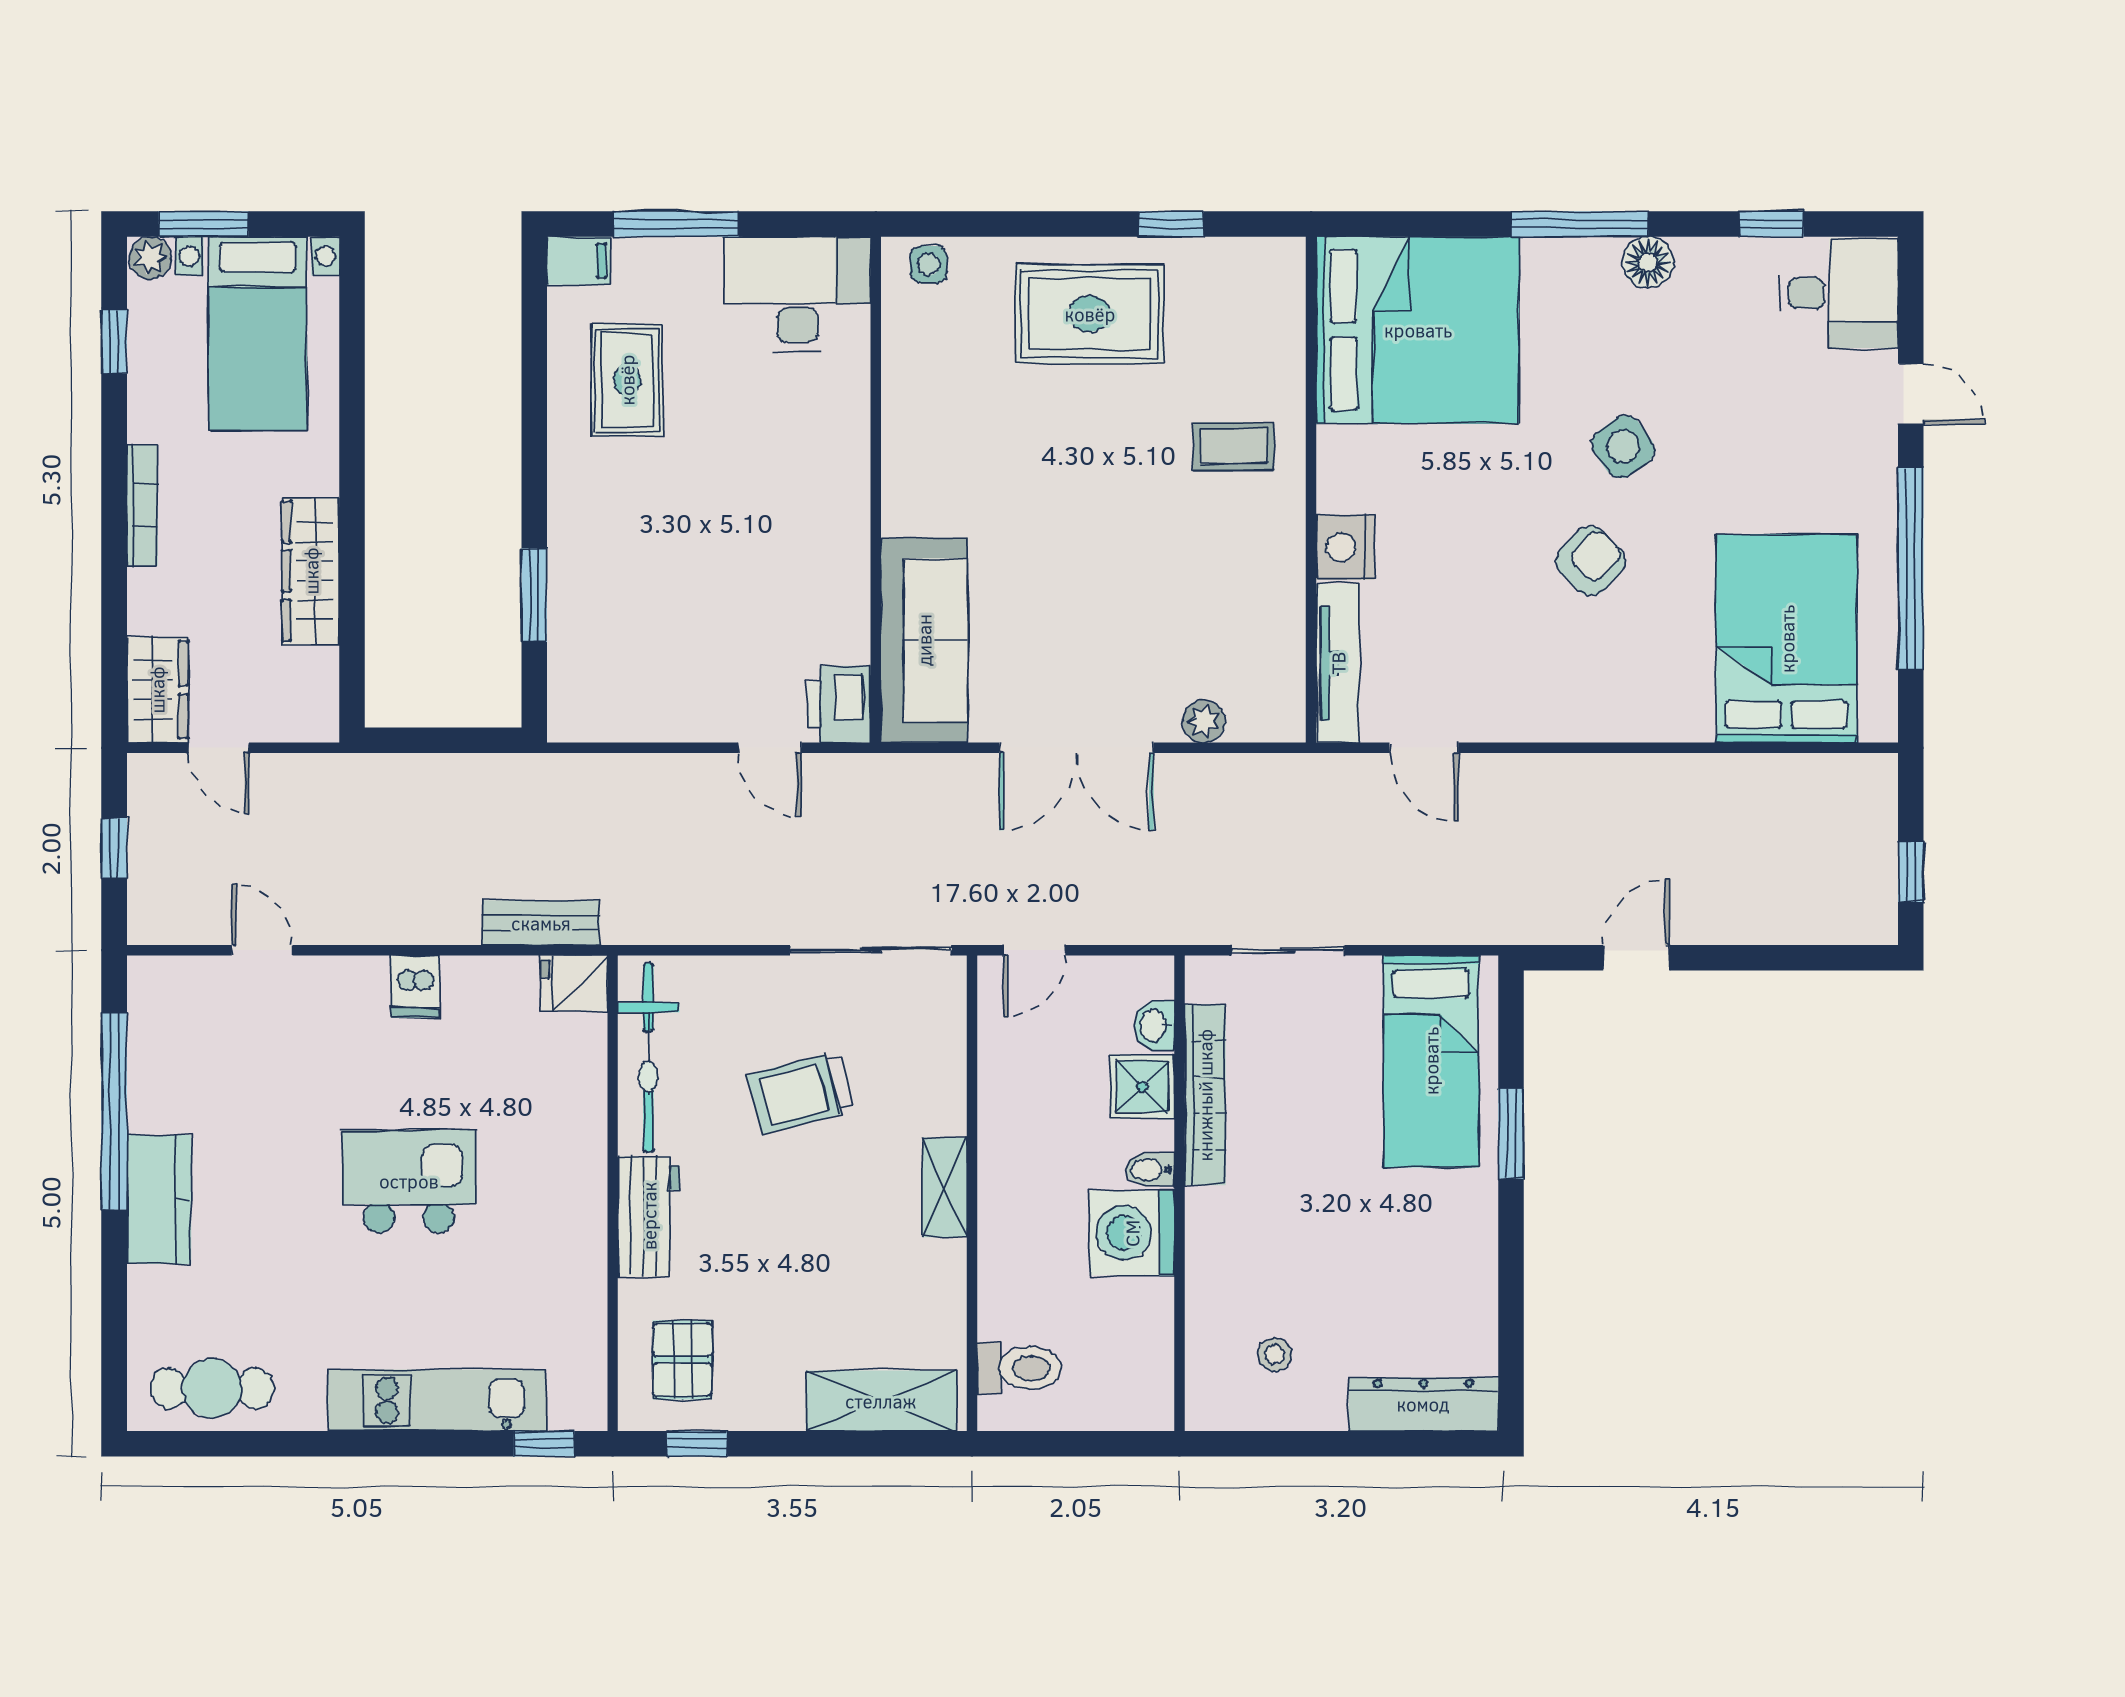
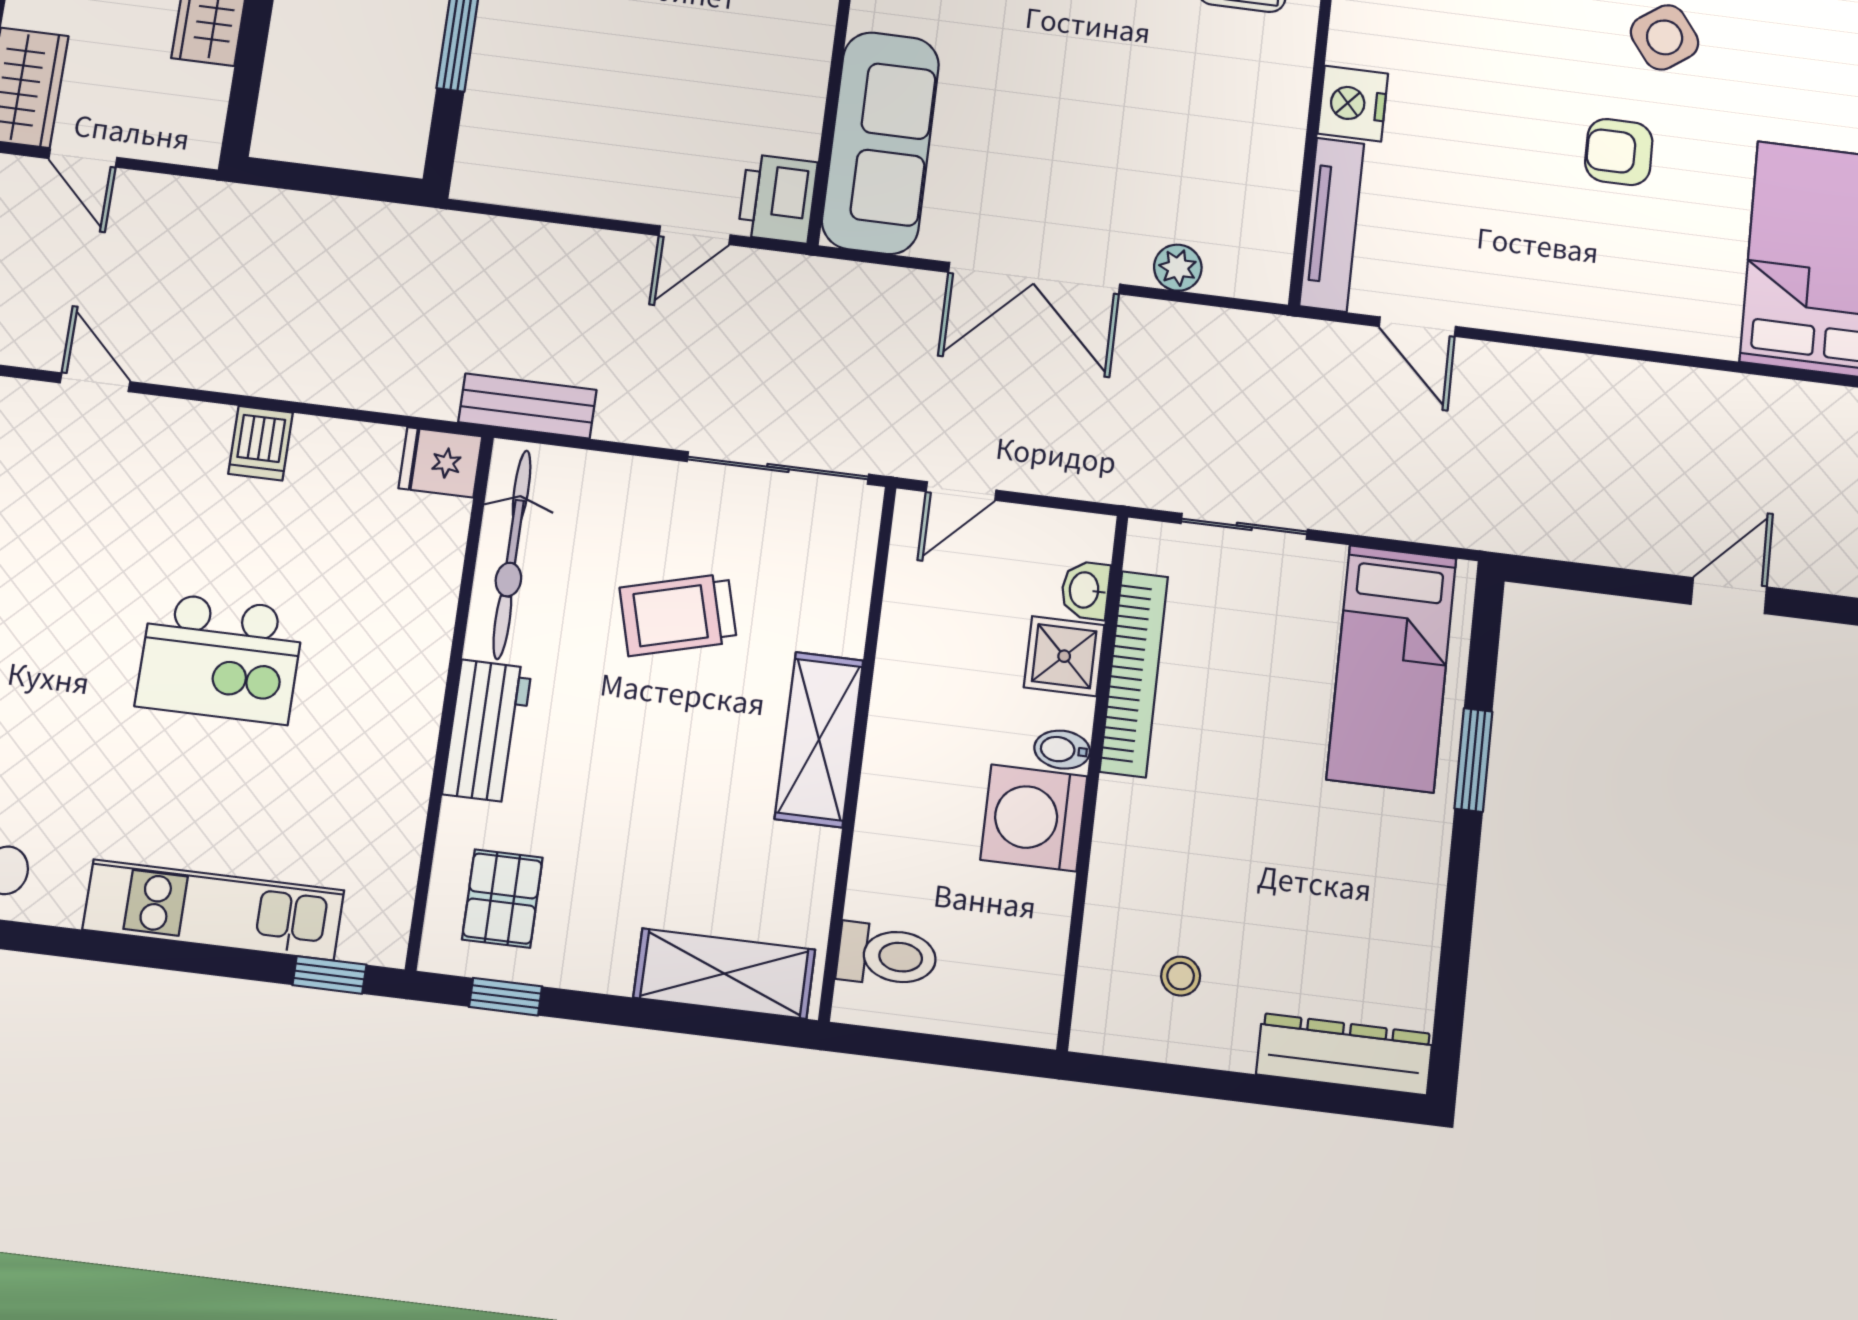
armchair: (1591, 561) -> (1619, 152), turned -134
door: (770, 748) -> (695, 235), hinge flipped
bench: (541, 923) -> (527, 406), moved
door: (1636, 958) -> (1729, 596), moved
kitchen island: (409, 1181) -> (220, 658), turned 180
shelving: (945, 1187) -> (819, 739), width x1.50, depth x1.33

